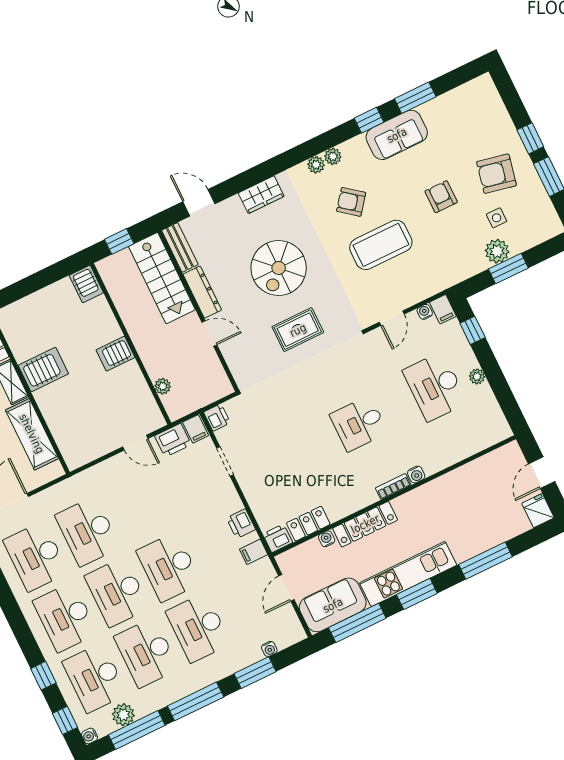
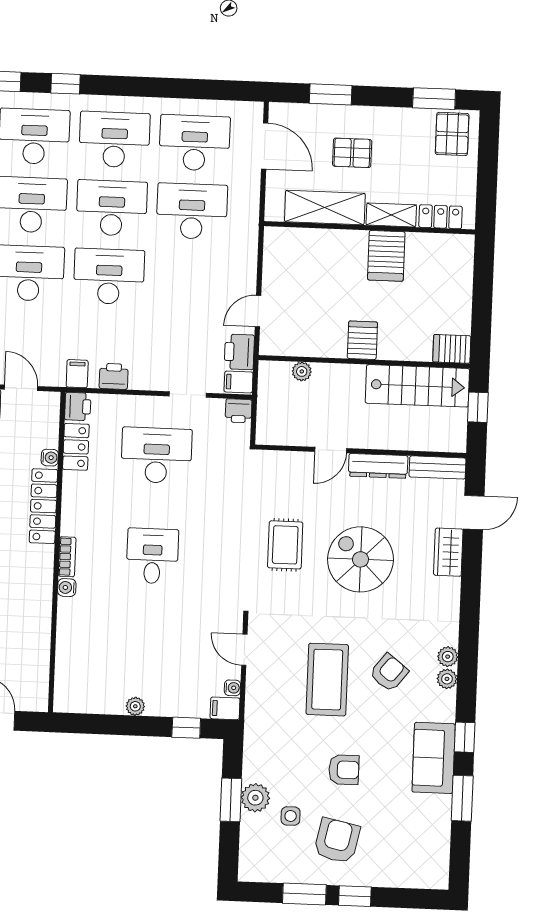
wardrobe: (261, 195) -> (448, 552), moved
stairs: (162, 278) -> (417, 386), moved, turned 180
desk: (435, 387) -> (156, 455), moved

